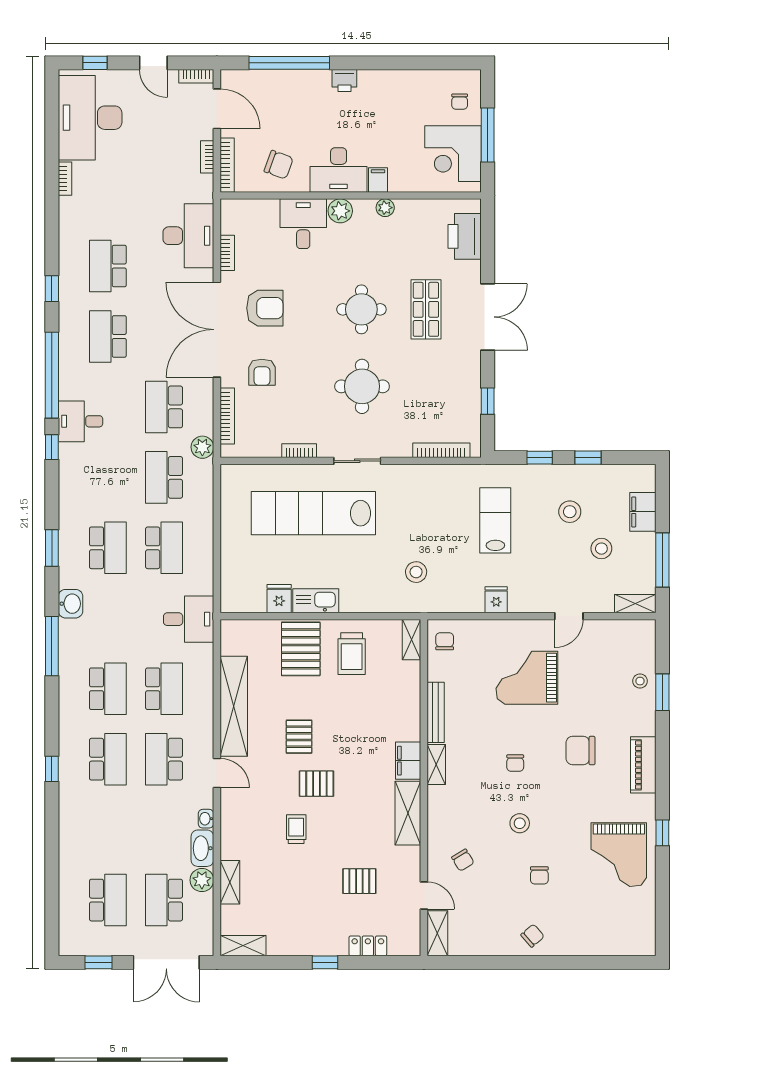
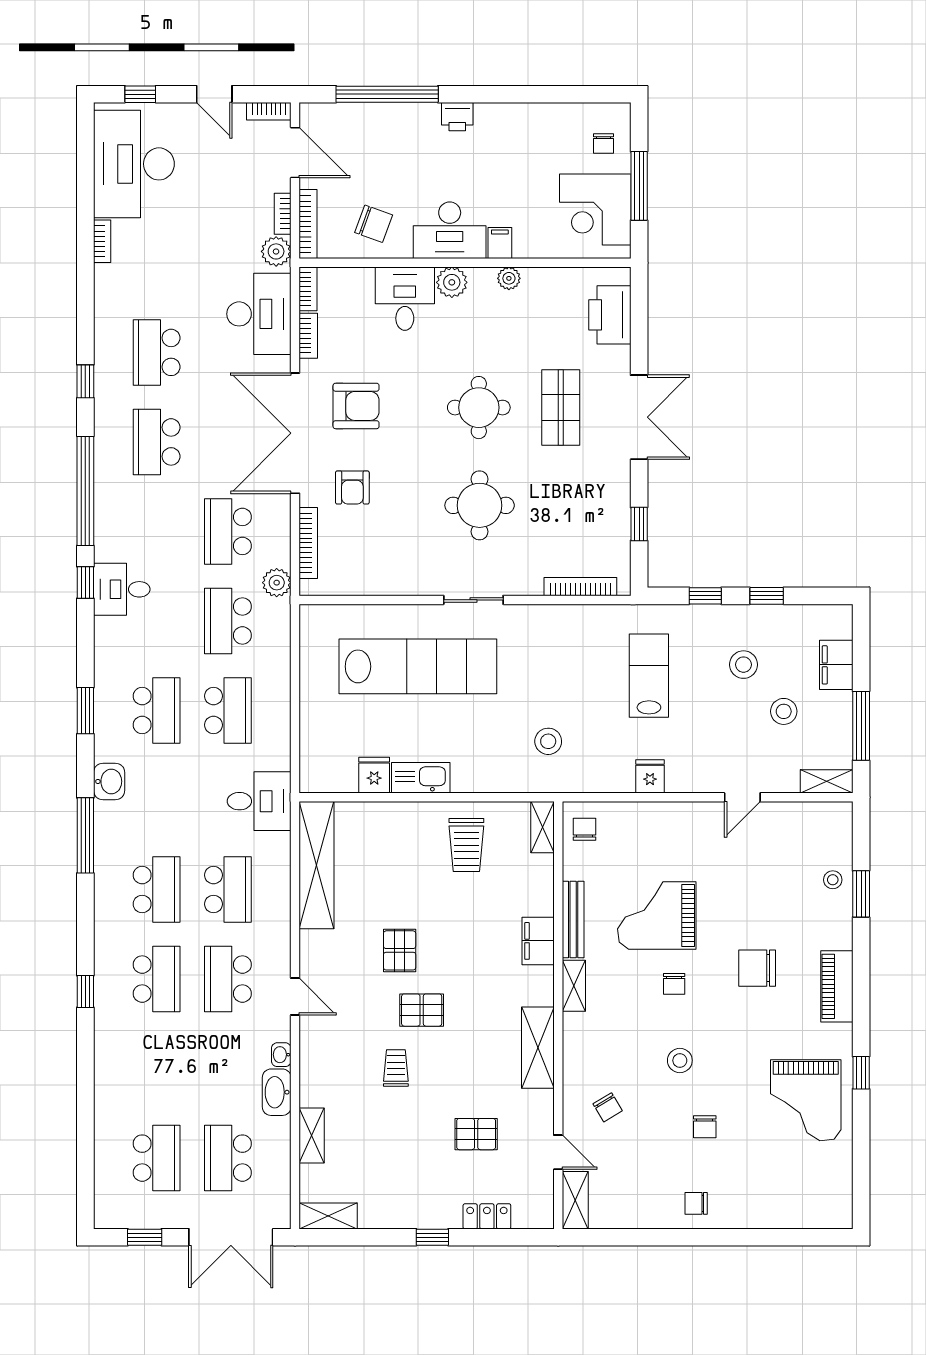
desk: (80, 421) -> (122, 589), moved
bookcase: (299, 451) -> (308, 289), moved, turned 90
lab bench: (313, 513) -> (418, 666), turned 180
pallet: (301, 649) -> (402, 839), removed
grand piano: (527, 678) -> (657, 915), moved
shelving: (234, 706) -> (317, 865), moved
filing cabinet: (408, 761) -> (538, 941), moved
plant: (202, 880) -> (276, 251), moved
chair: (533, 936) -> (696, 1203), turned -139

